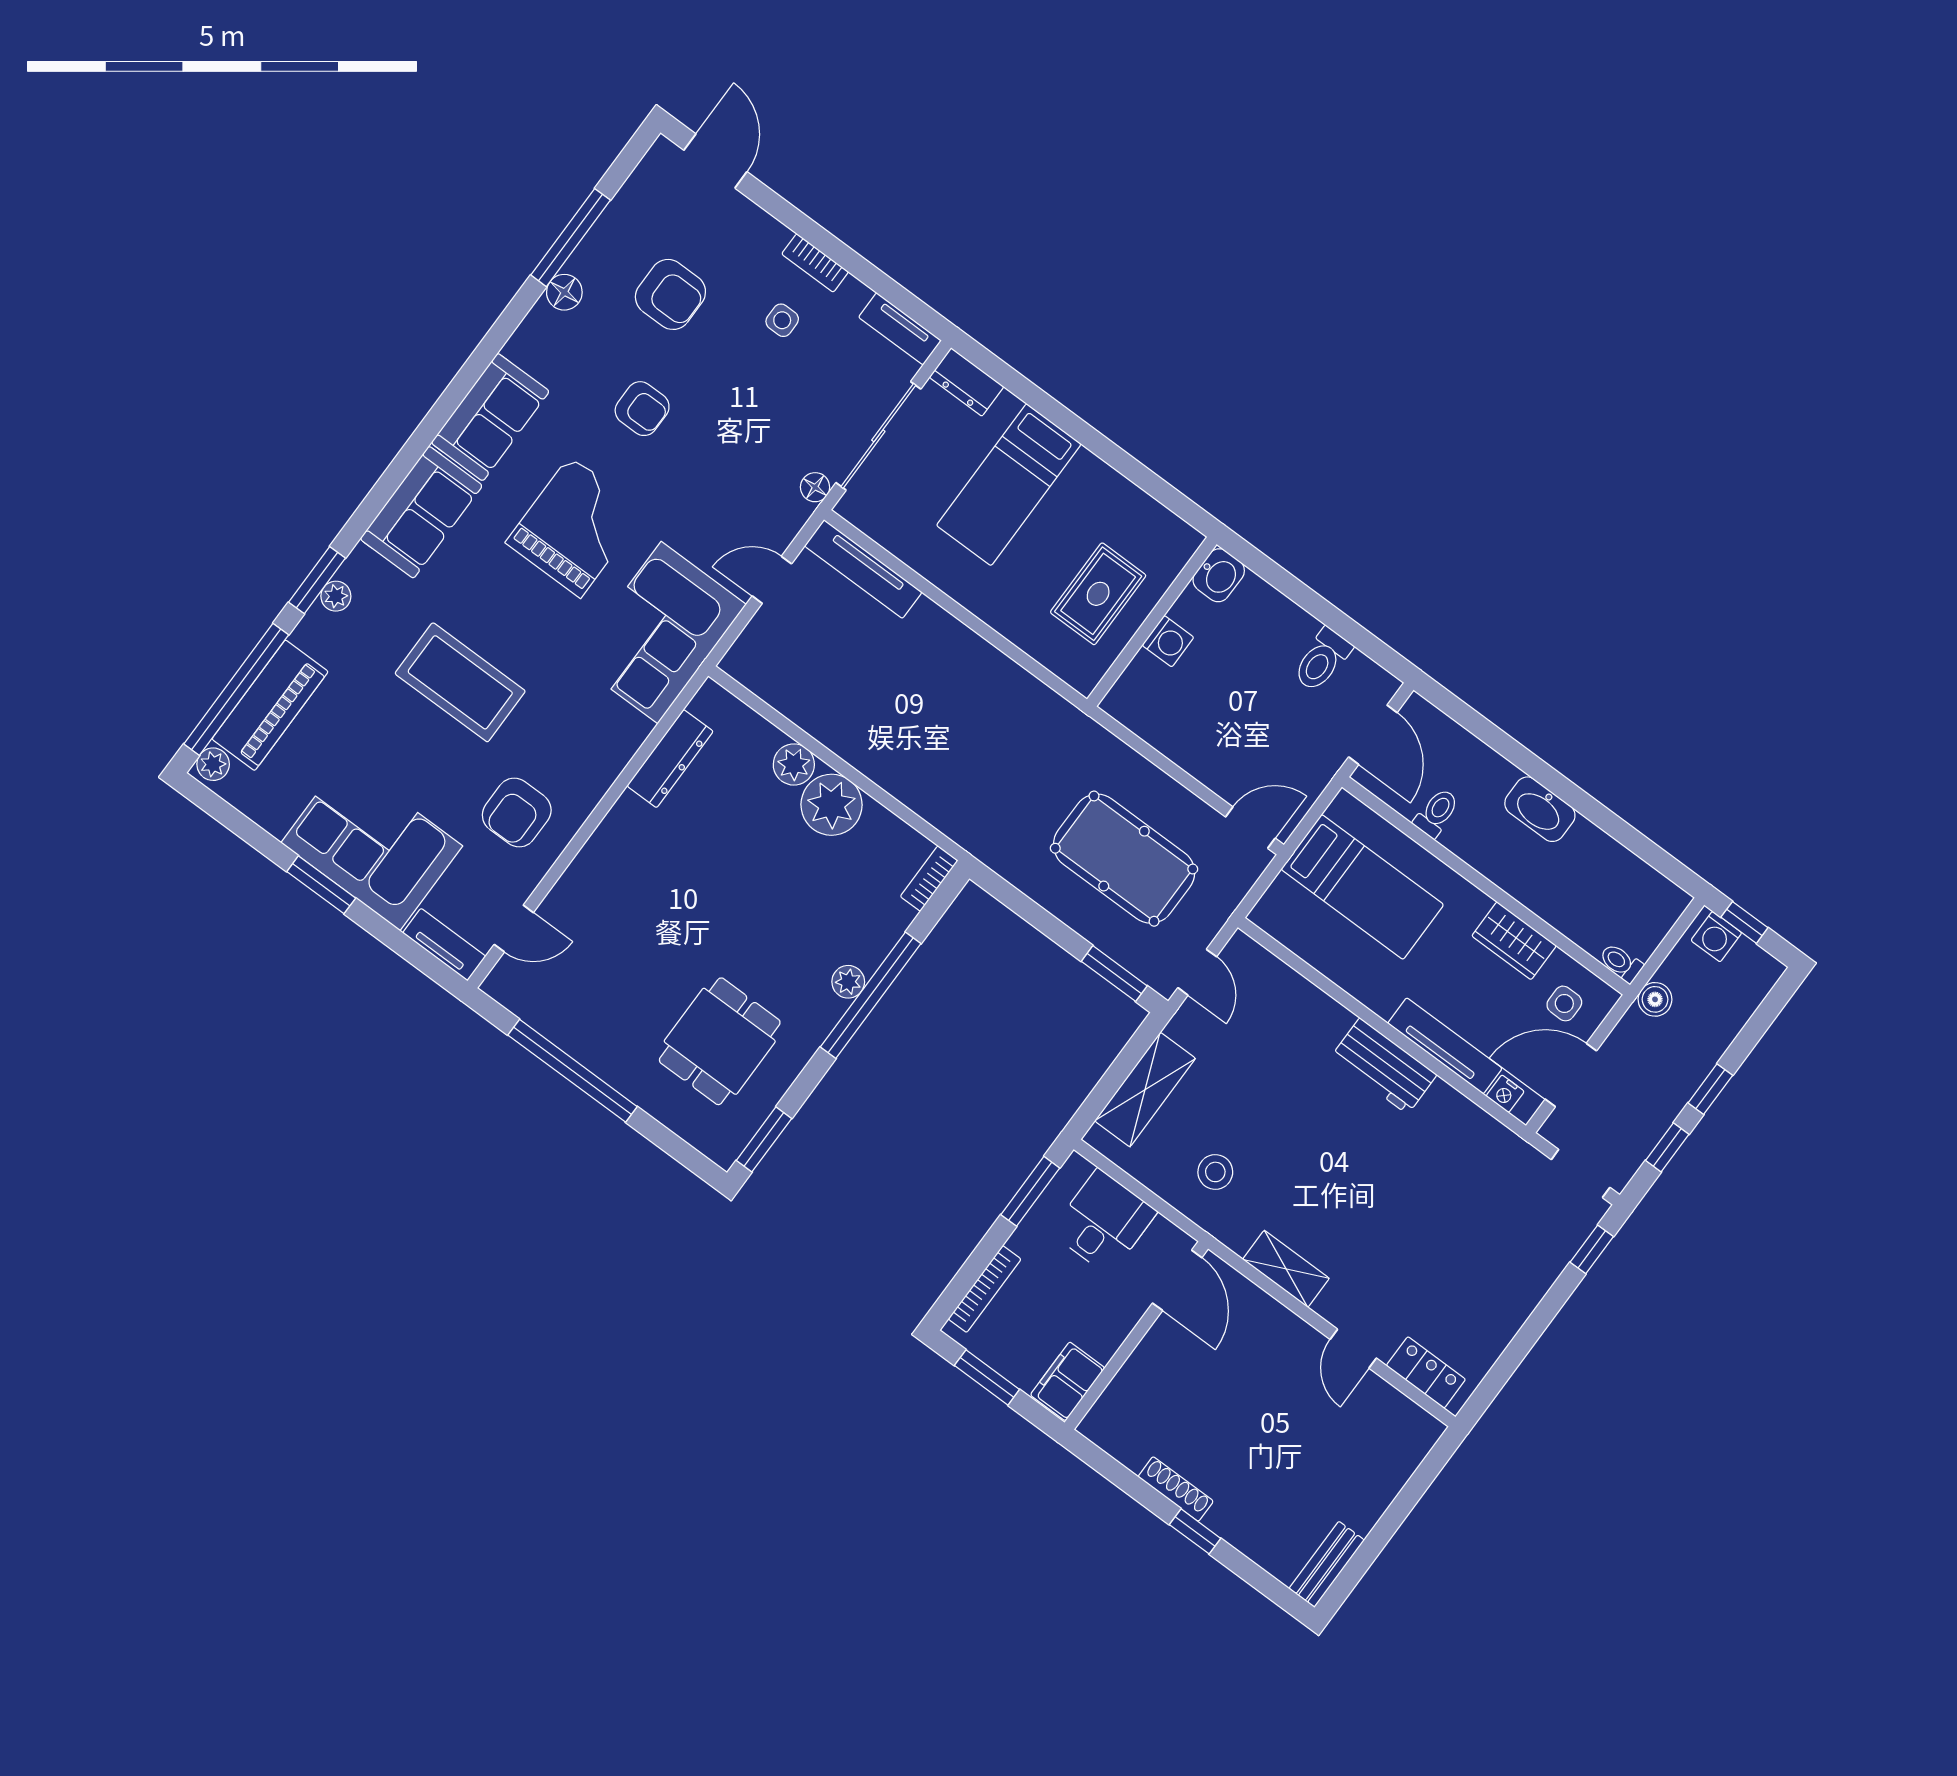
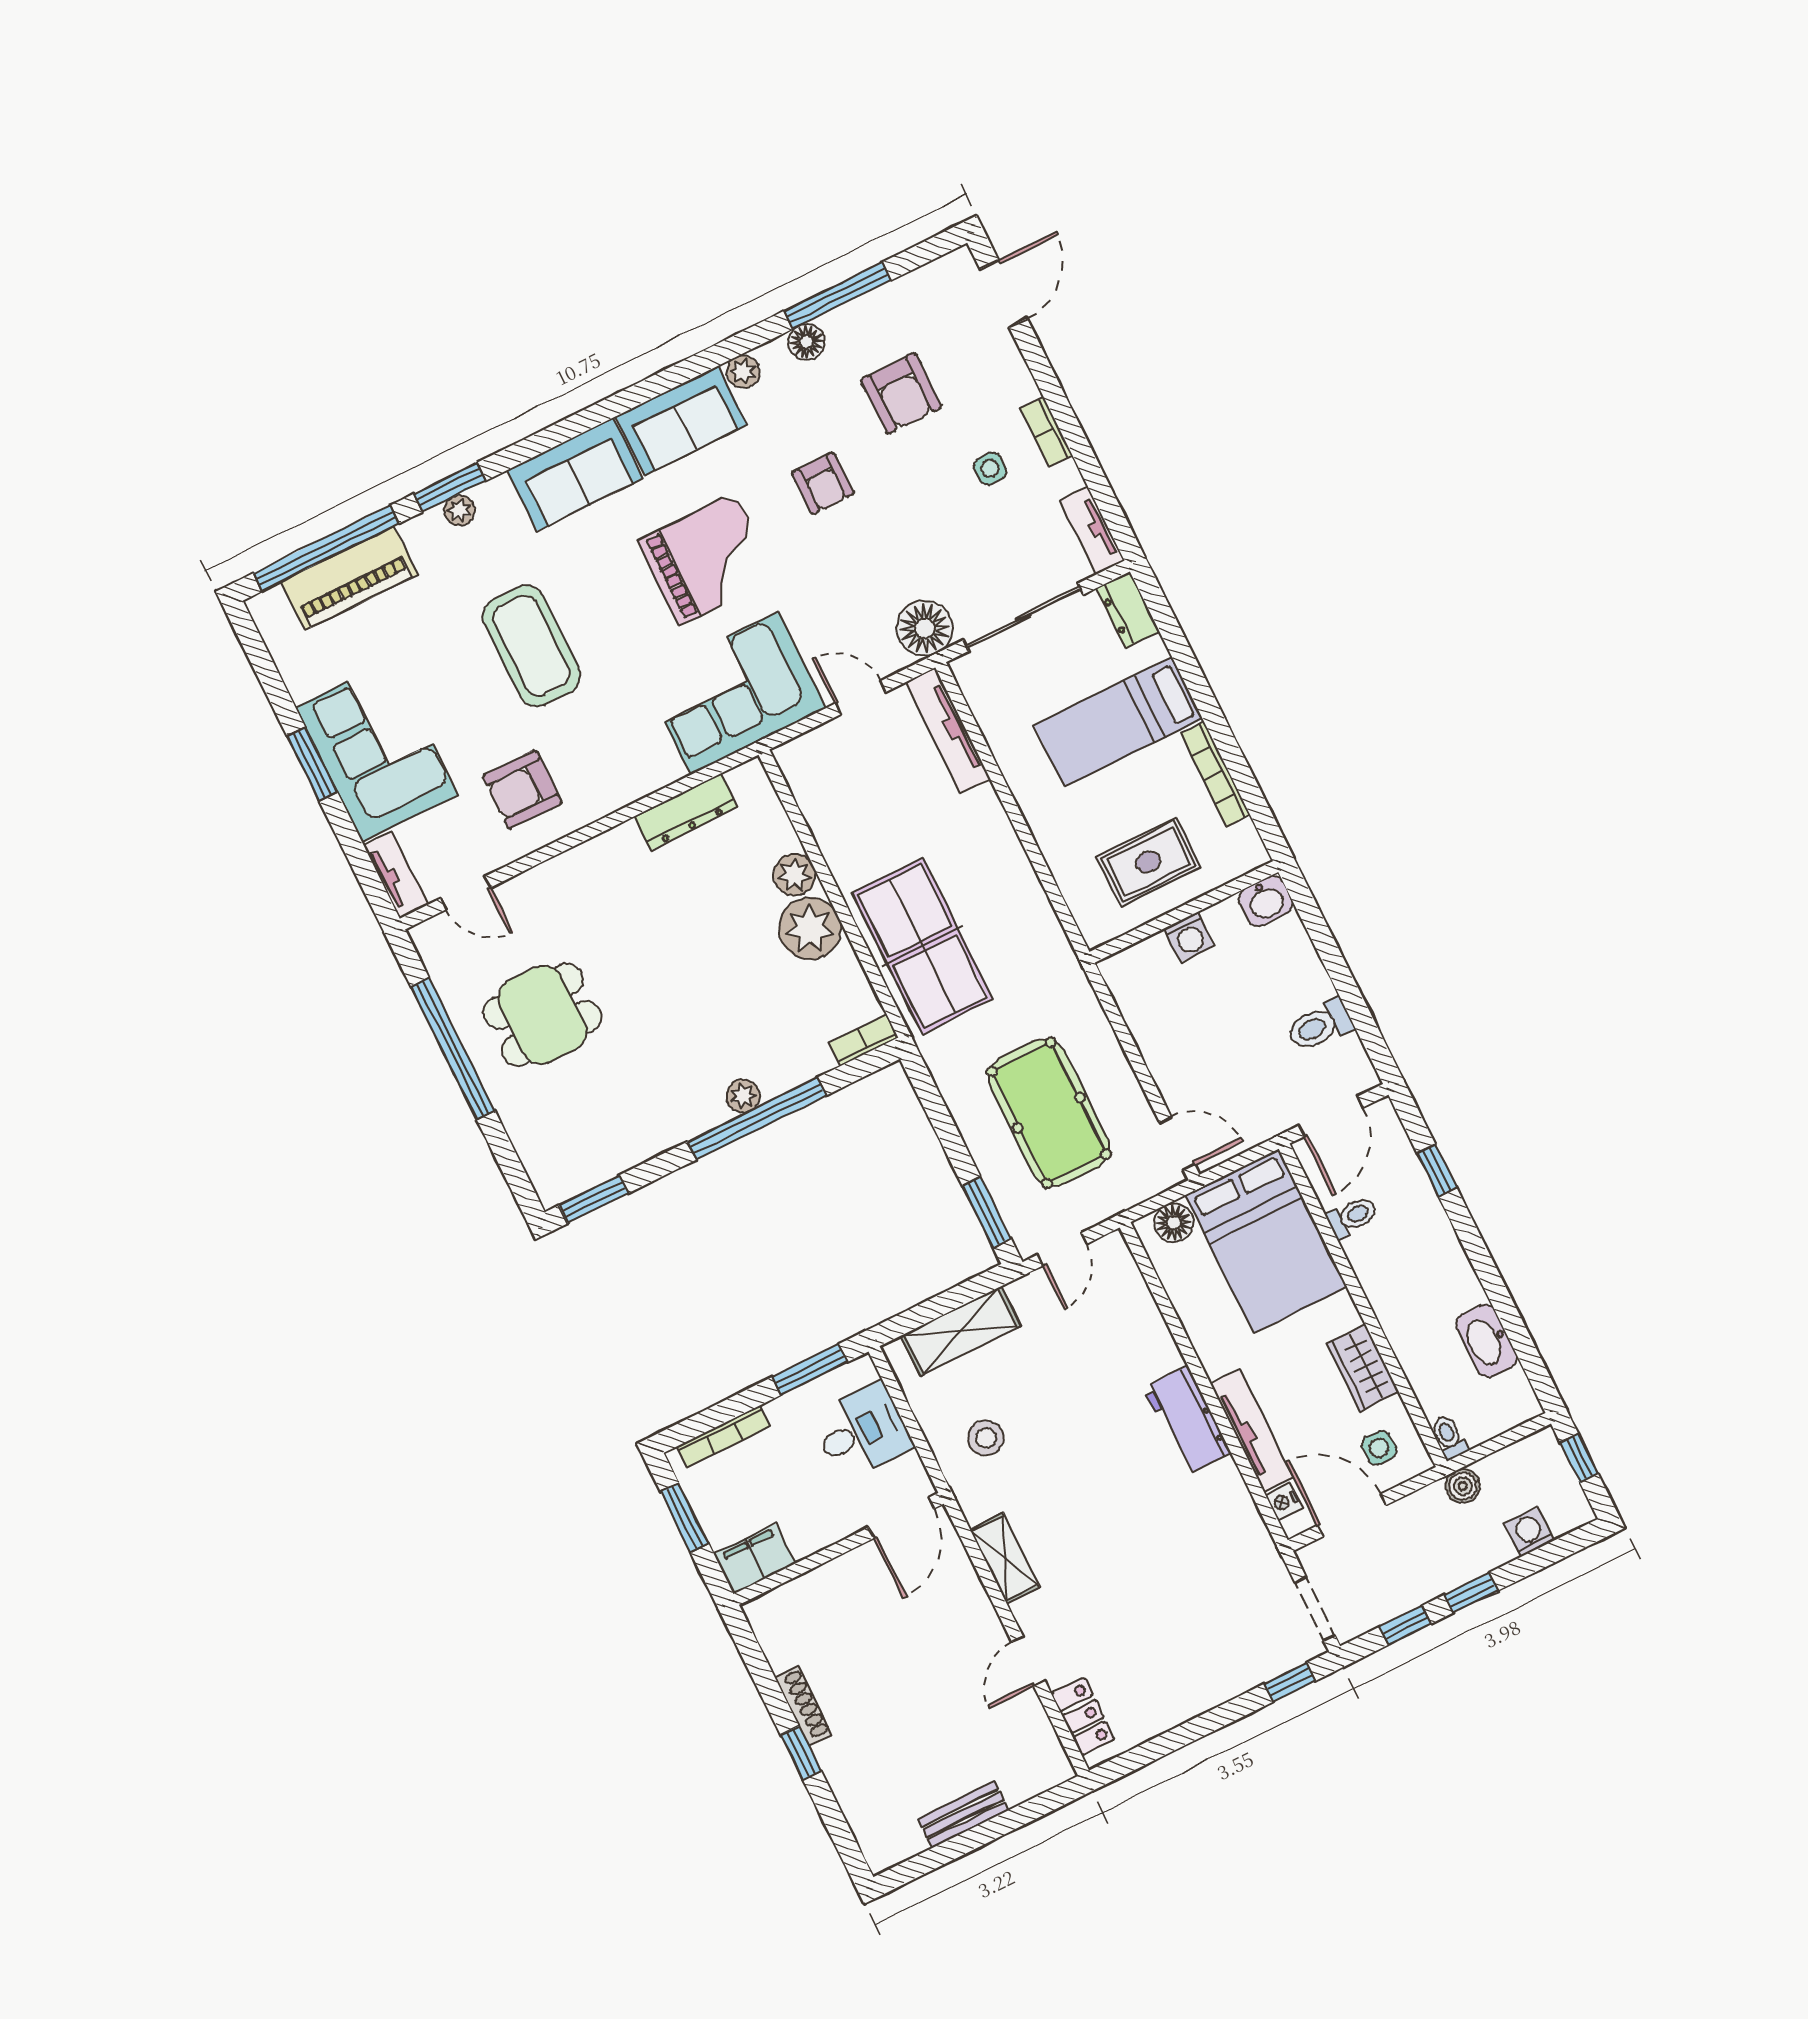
floor lamp: (815, 487) -> (925, 628), width x1.89, depth x1.89
bookcase: (1117, 487) -> (1215, 774), added
window: (1490, 734) -> (1437, 1170), added
plant: (213, 764) -> (743, 372), moved
table tennis table: (938, 769) -> (923, 946), added
washbasin: (1540, 809) -> (1487, 1341), moved
bed: (1362, 887) -> (1266, 1241), width x1.50
floor lamp: (1283, 899) -> (1174, 1223), added
washing machine: (1716, 937) -> (1529, 1532), moved, turned 90
dining table: (720, 1041) -> (542, 1015), moved
bench: (1327, 1564) -> (963, 1814), moved

